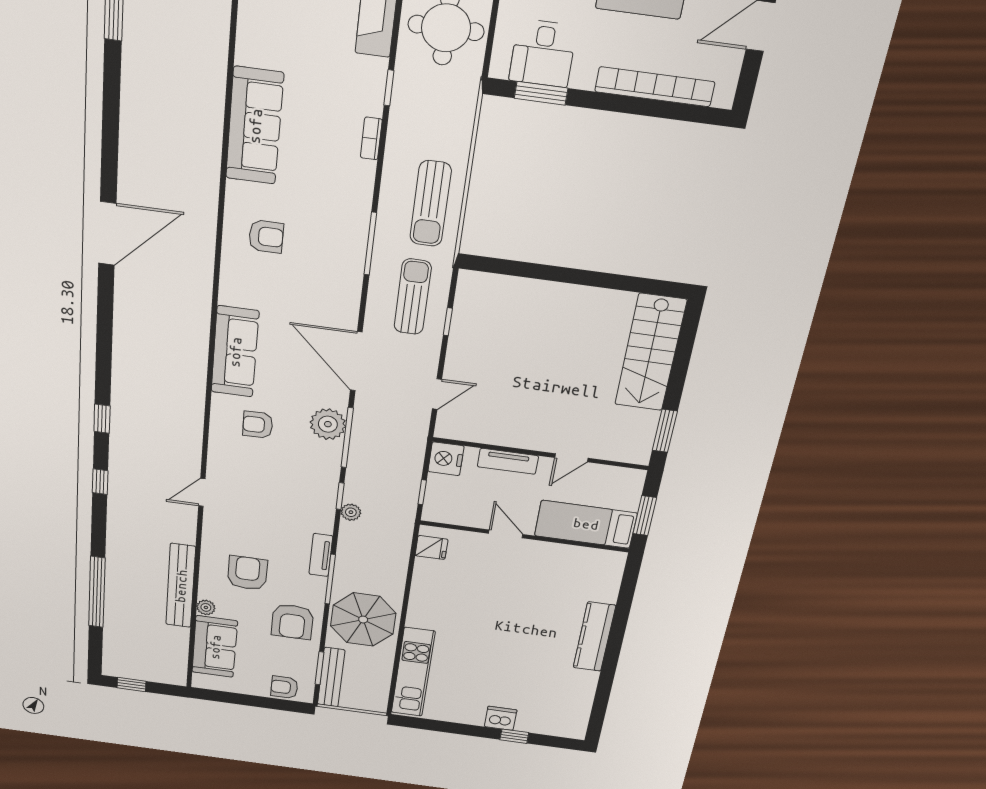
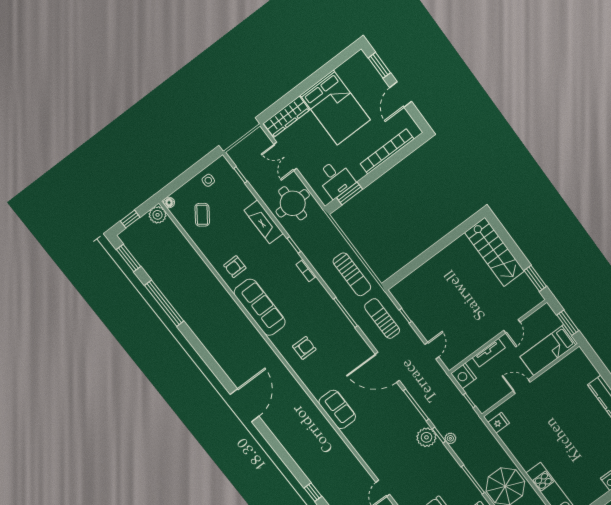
sofa: (235, 352) -> (337, 409), width x0.73
plant: (328, 424) -> (426, 437), moved
armchair: (258, 425) -> (235, 267), moved
tv unit: (321, 555) -> (458, 471), removed

